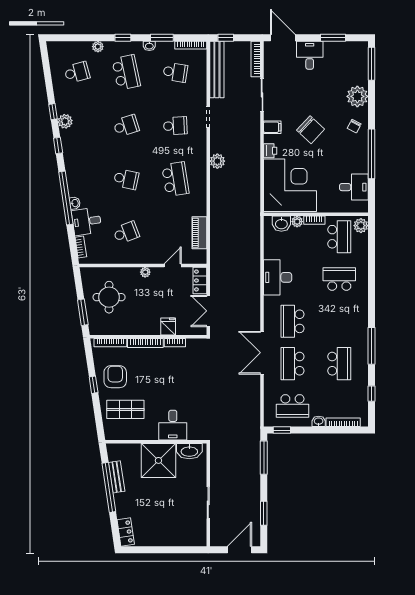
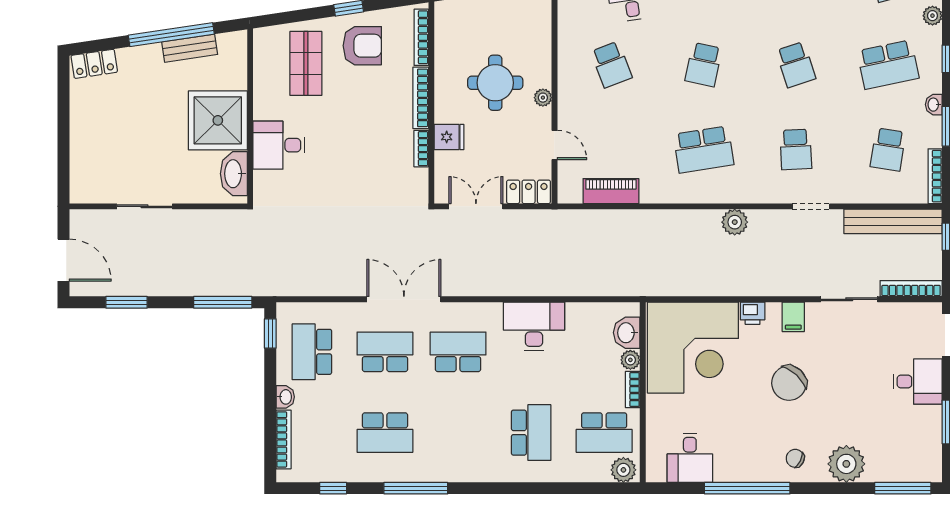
round table: (109, 297) -> (495, 83), moved

